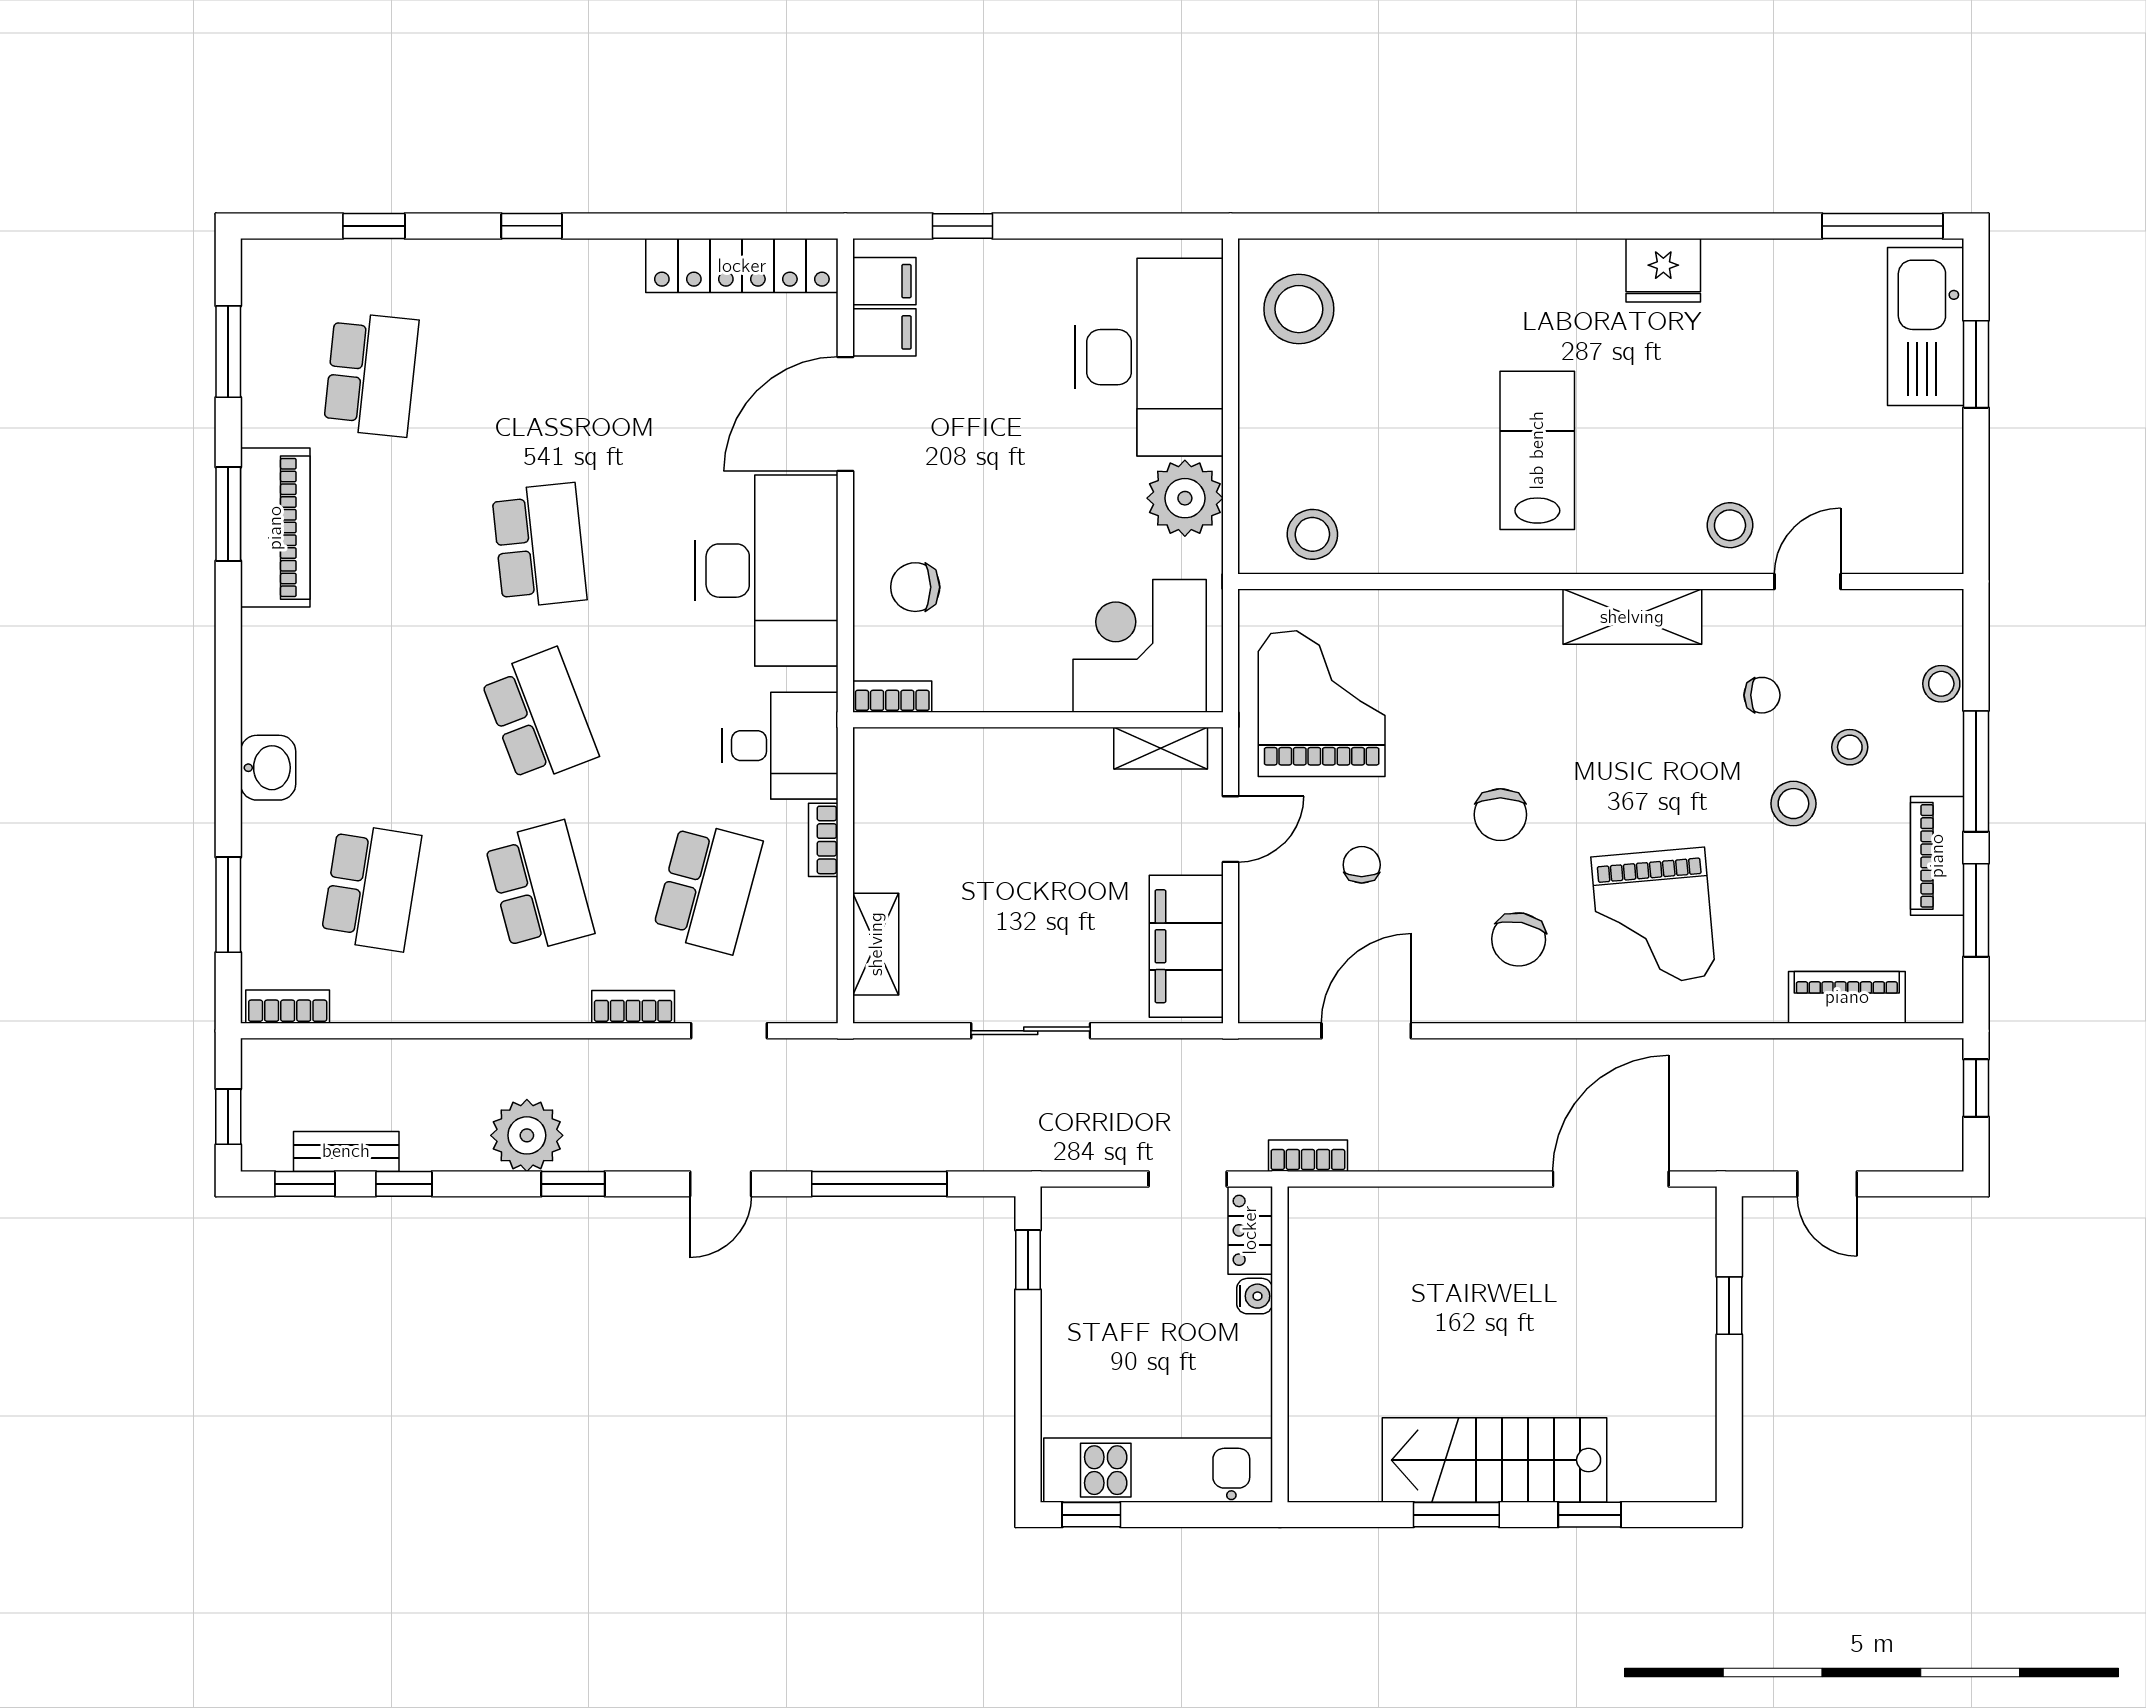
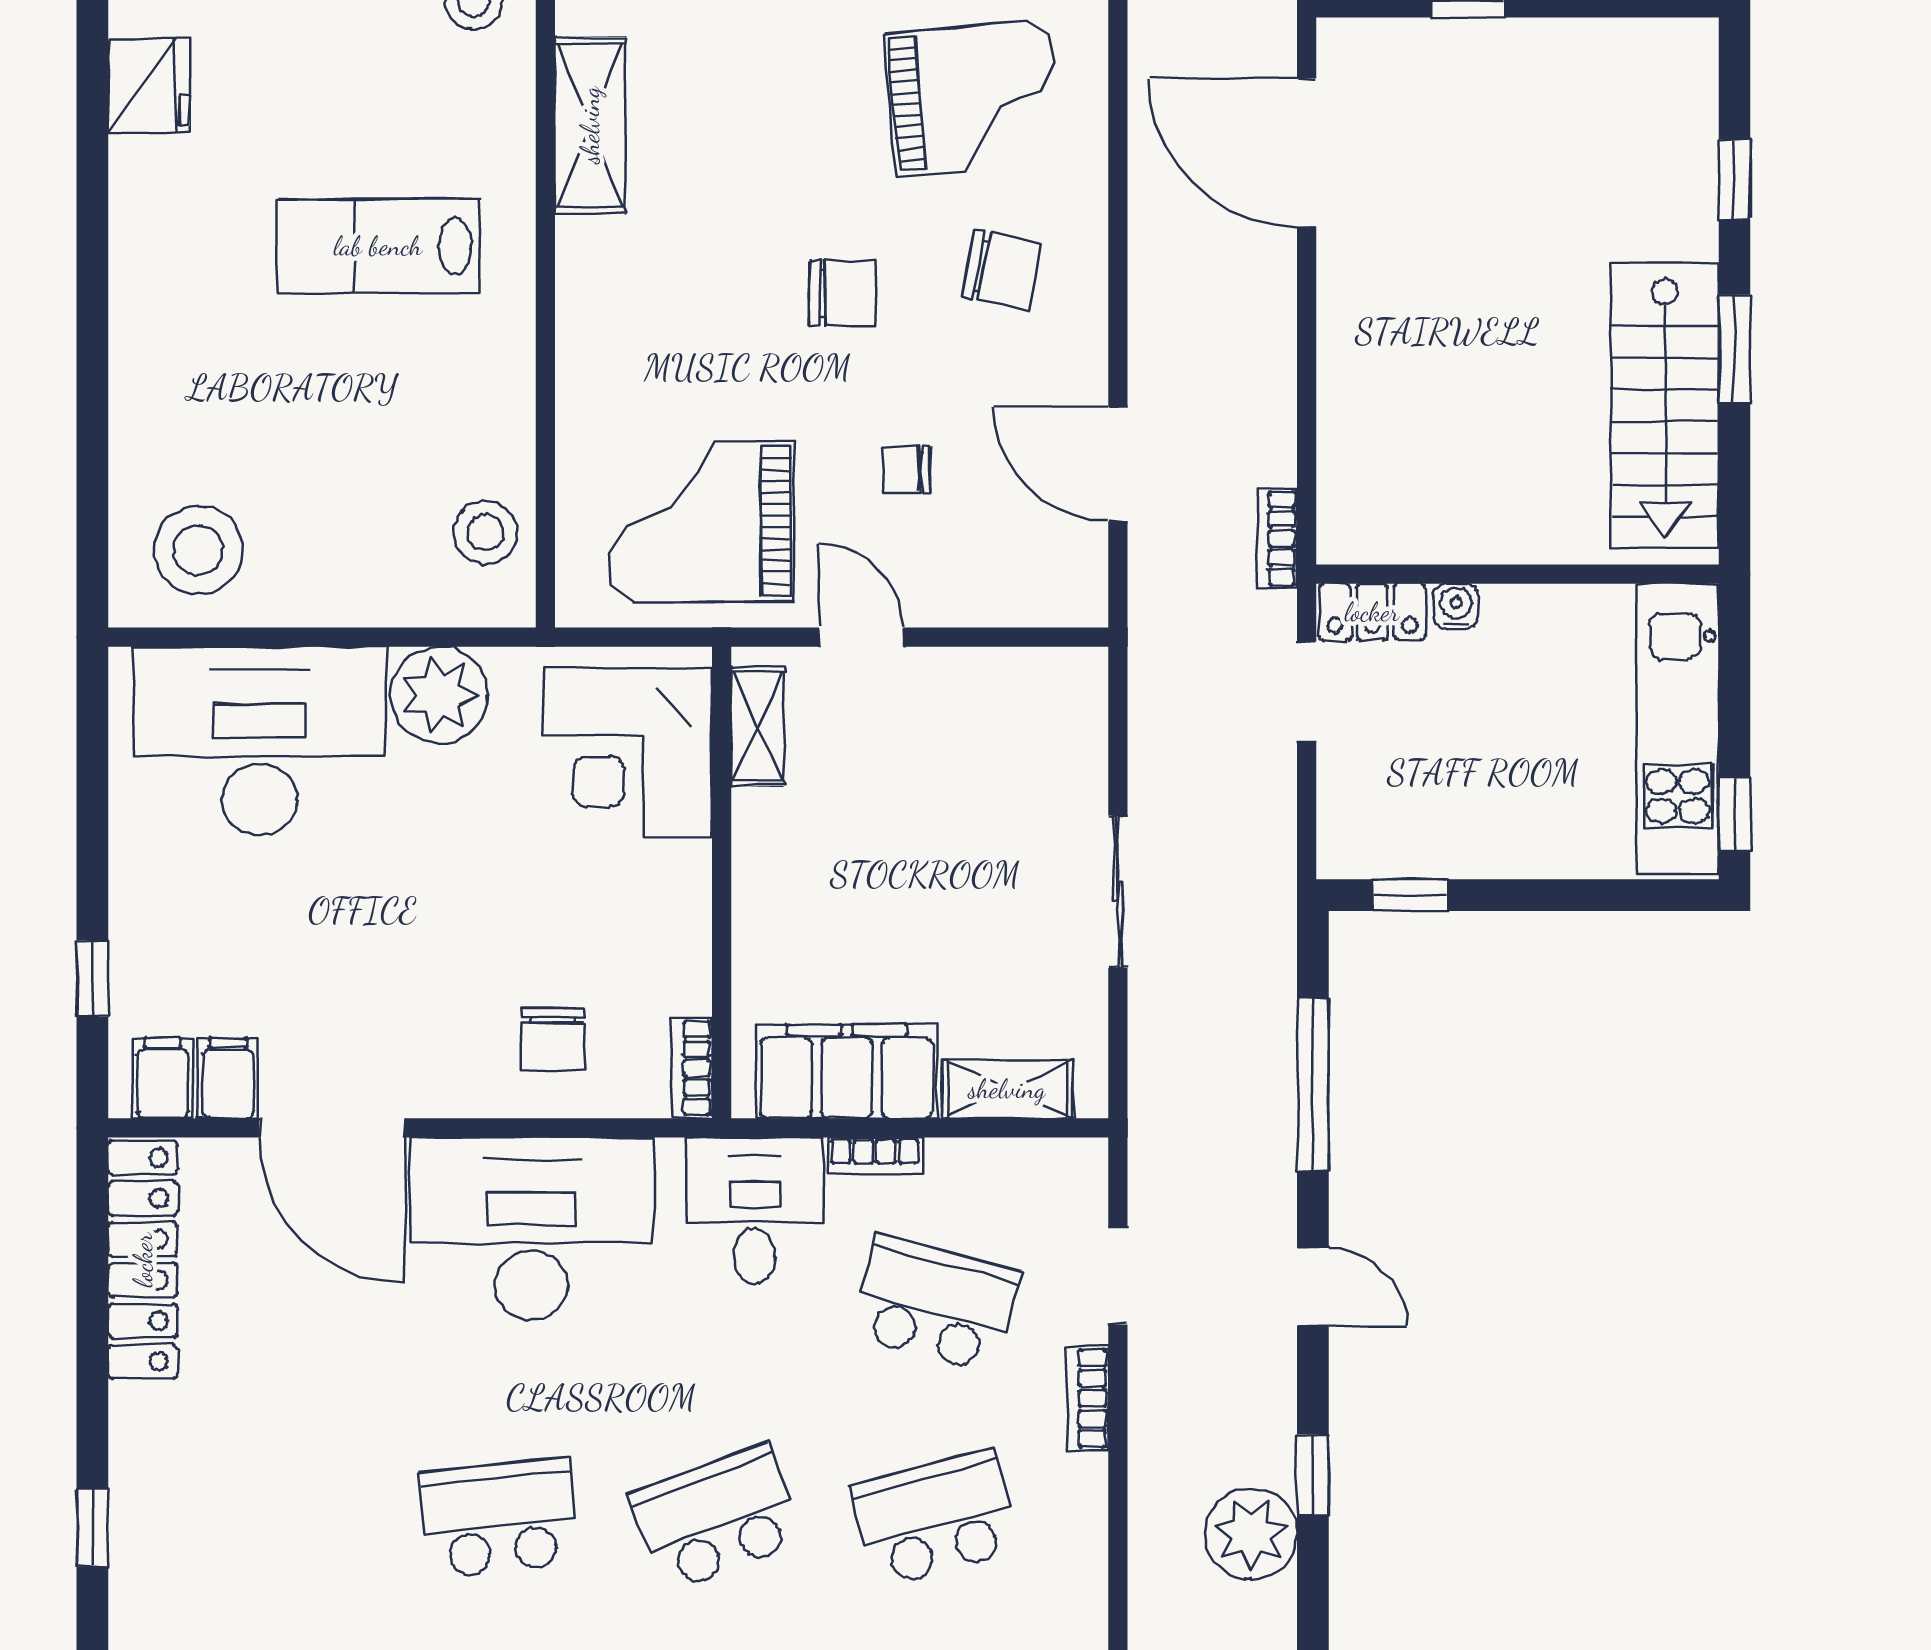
filing cabinet: (1186, 946) -> (847, 1071), moved, turned 180
stairs: (1494, 1460) -> (1665, 406), moved

